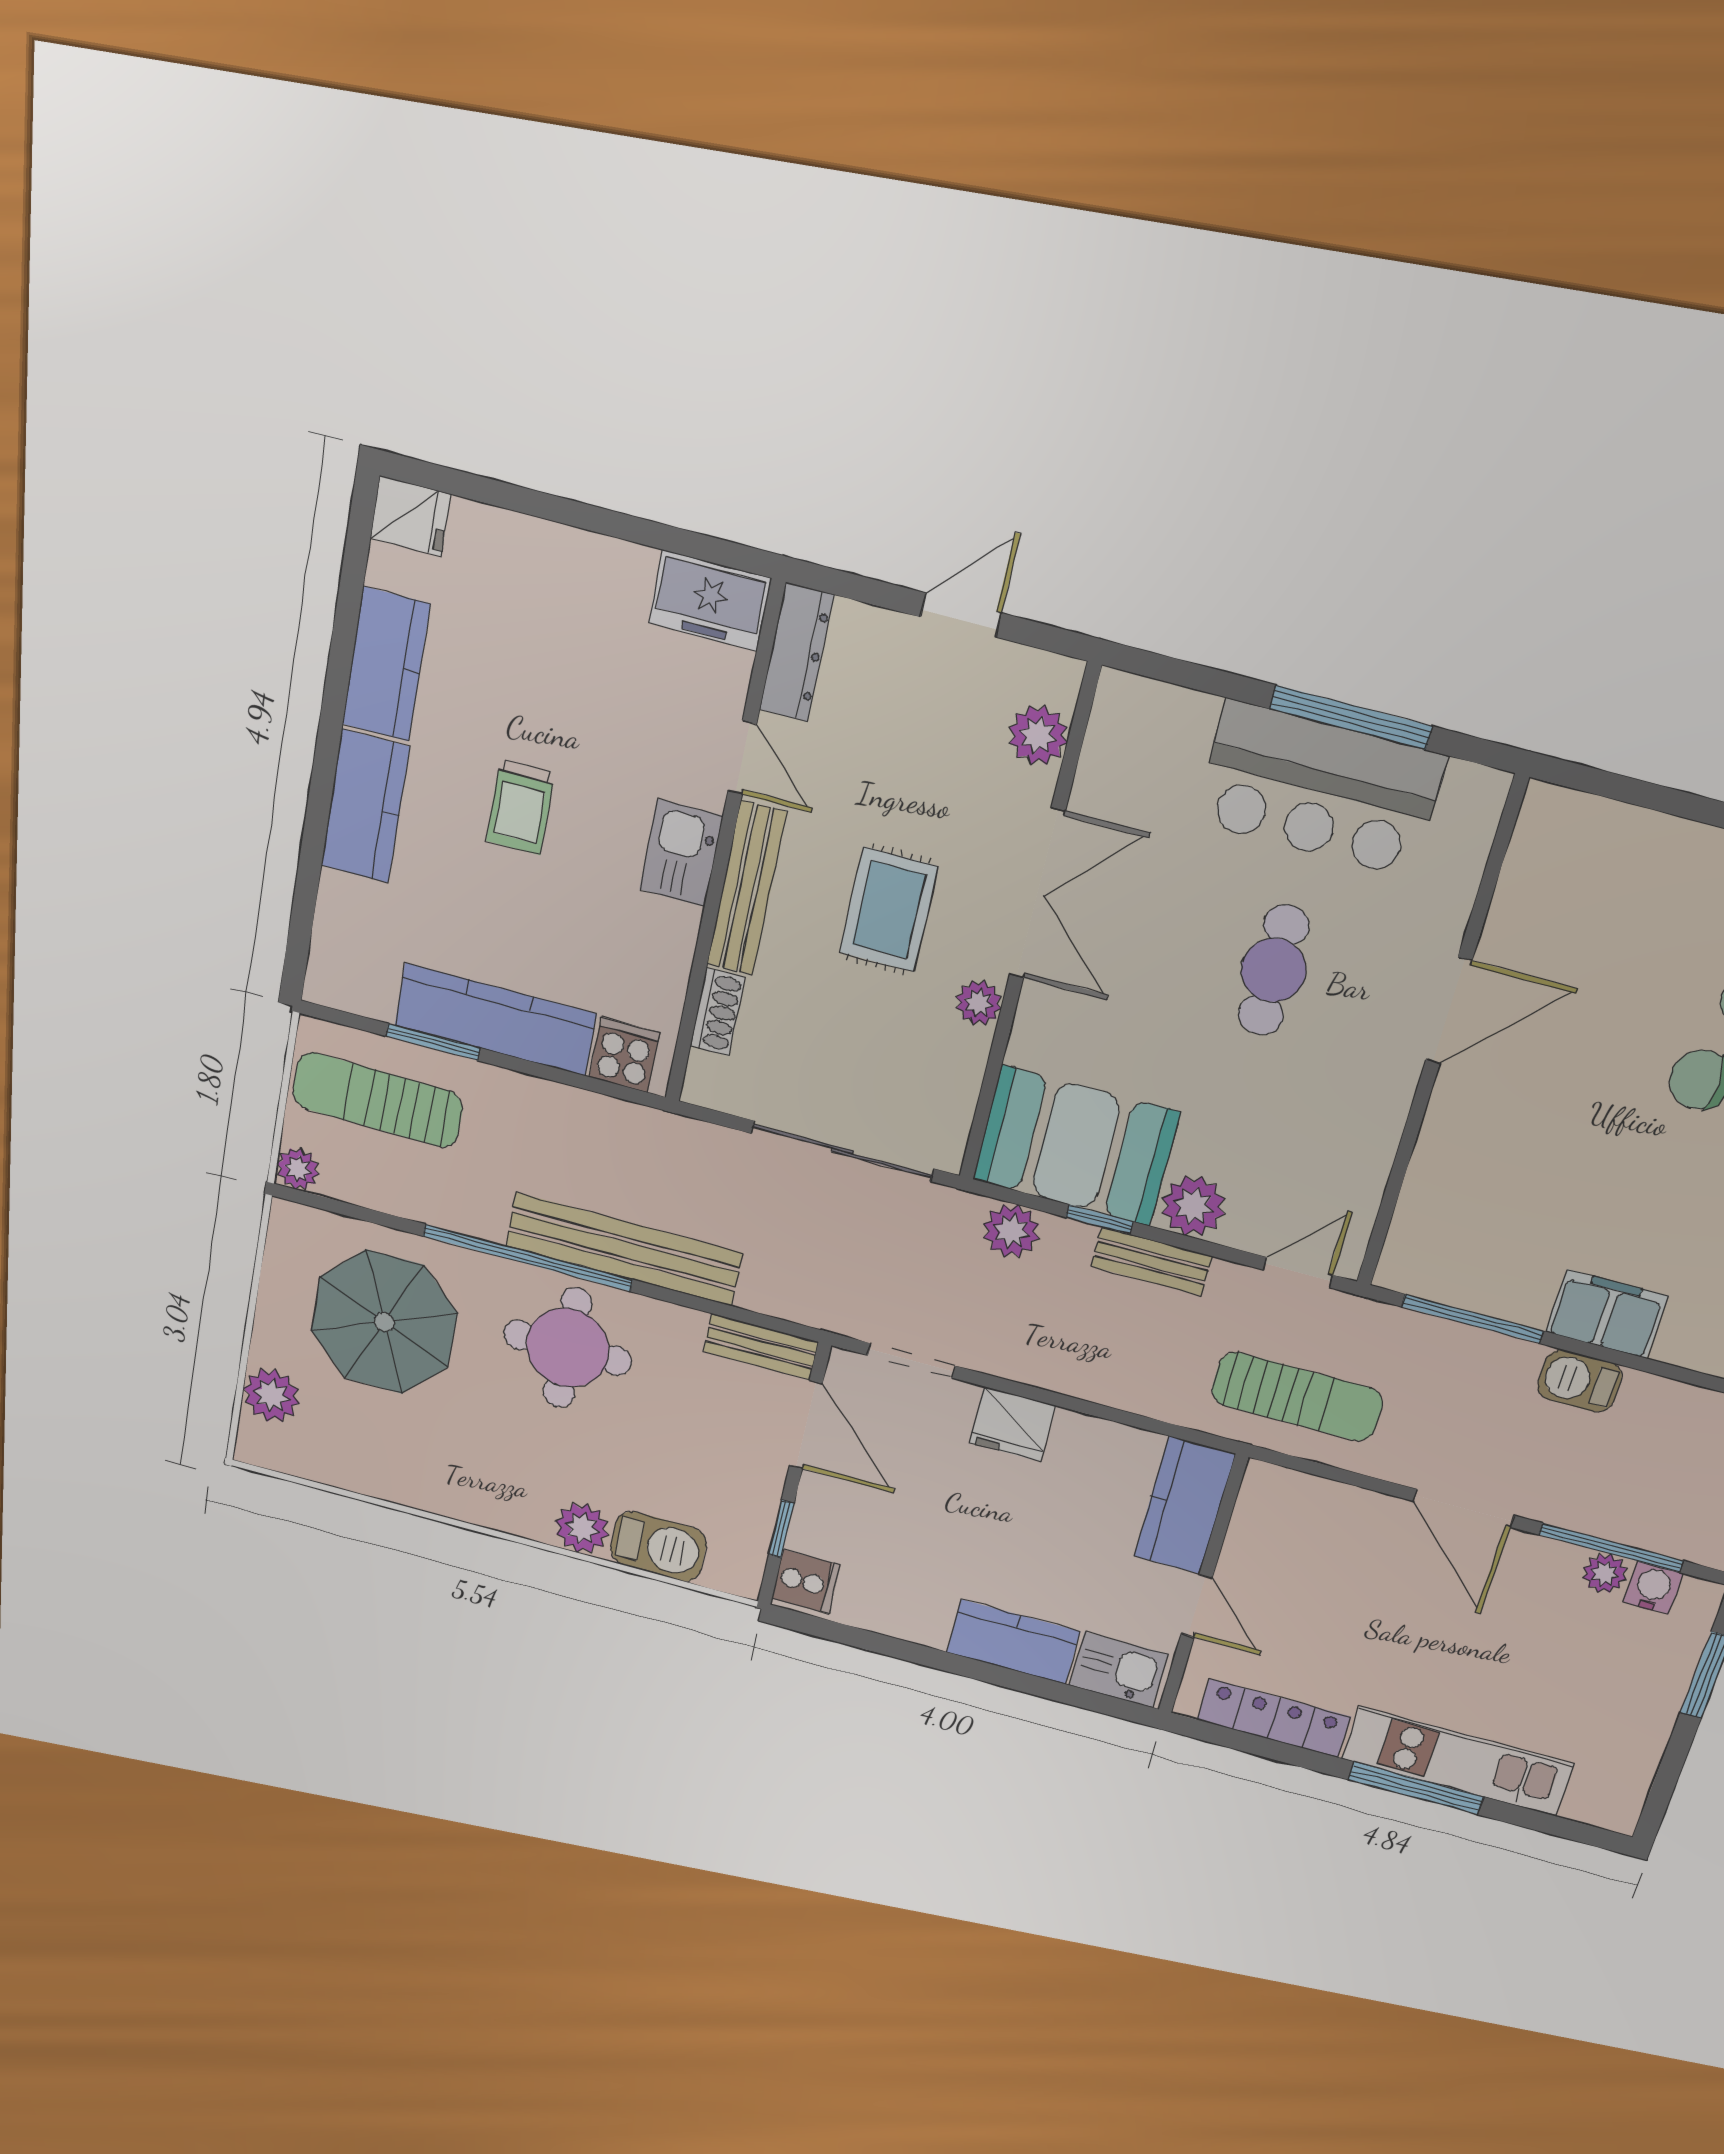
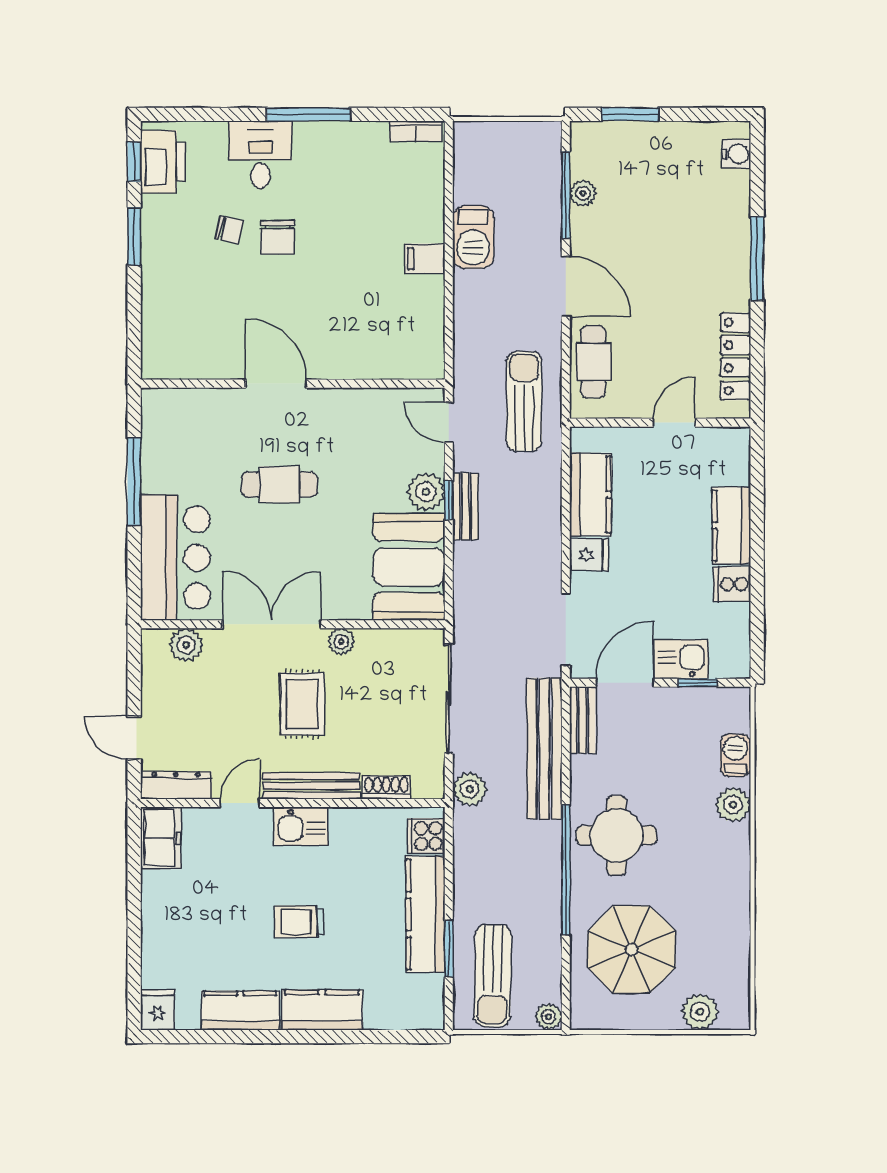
door: (961, 615) -> (134, 738), moved
bar counter: (1320, 789) -> (175, 558), moved
trolley: (520, 807) -> (299, 922), turned 180
rug: (889, 910) -> (302, 704), turned 90
window: (1100, 1220) -> (449, 500), moved
plant: (1011, 1231) -> (470, 789), moved
bench: (624, 1249) -> (544, 749), moved
filing cabinet: (1607, 1314) -> (425, 259), width x0.50
window: (1472, 1319) -> (449, 317), removed
doorway: (911, 1360) -> (566, 630), width x1.38
barbecue: (1580, 1381) -> (473, 237), width x1.38, depth x1.27
fridge: (1012, 1424) -> (589, 555), width x0.72
kitchen counter: (1184, 1505) -> (591, 495), moved, turned -90
door: (1464, 1508) -> (566, 286), hinge flipped
cafe table: (1329, 1516) -> (593, 362), added
barbecue: (658, 1546) -> (735, 755), width x0.73, depth x0.79
cooker: (806, 1582) -> (732, 584), moved, turned -90
water cooler: (1653, 1588) -> (736, 154), moved, turned 180
kitchen sink: (1119, 1670) -> (681, 659), moved, turned 90
kitchen unit: (1458, 1761) -> (731, 240), removed

